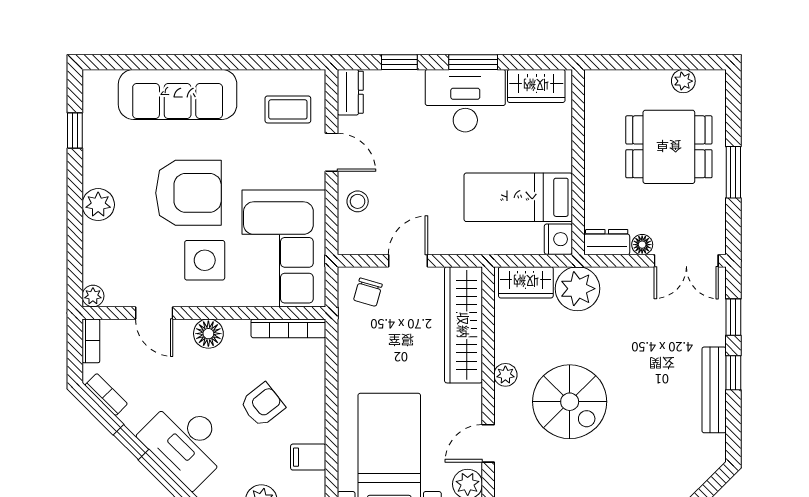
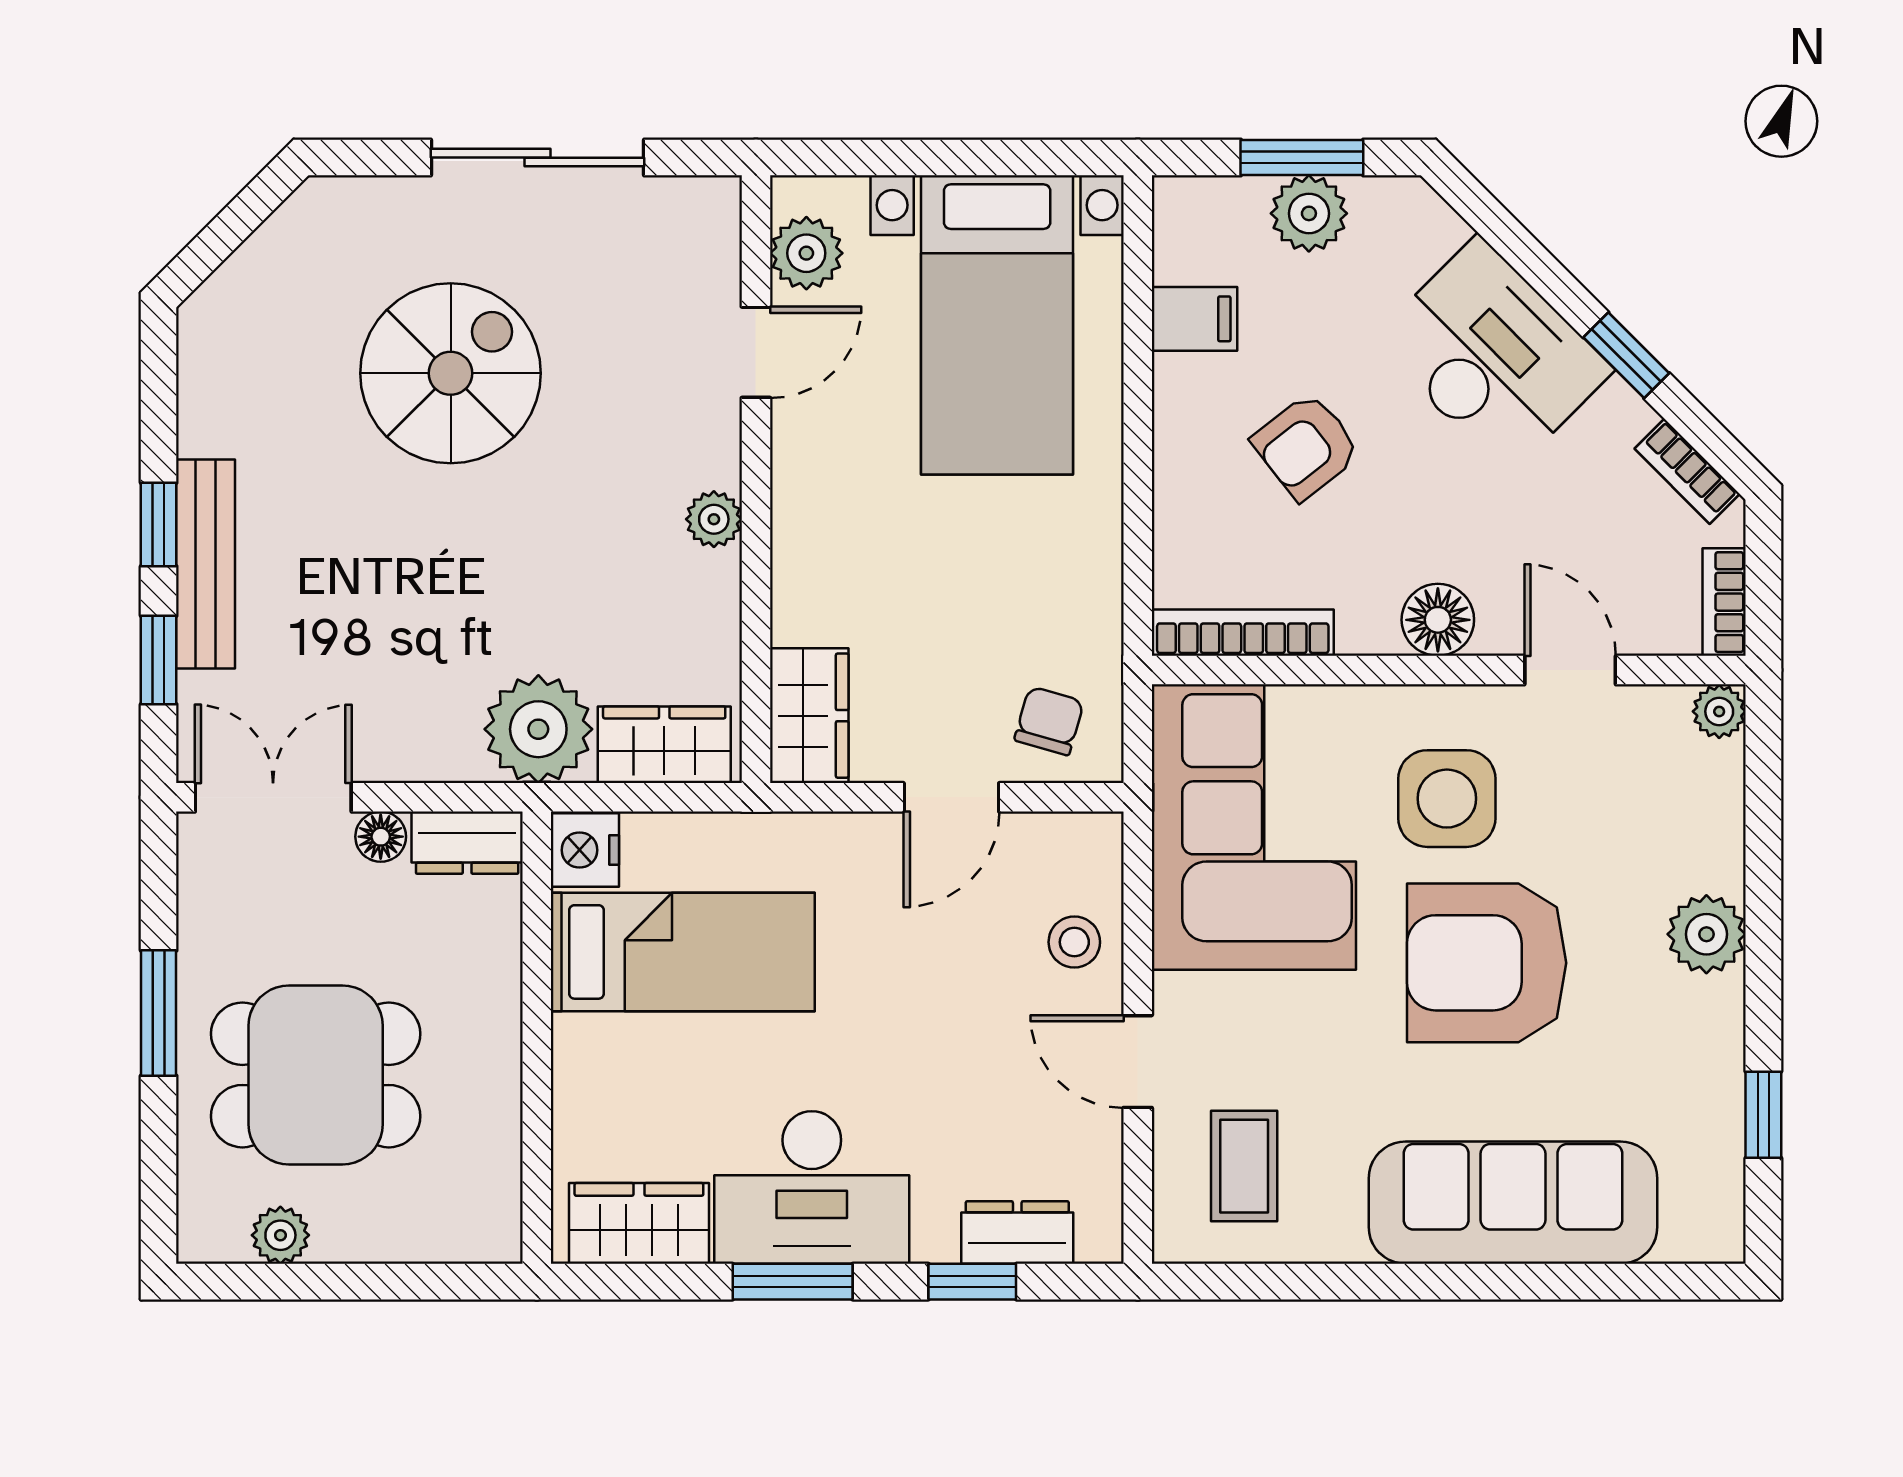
dresser: (350, 92) -> (1017, 1233), moved, turned 90
coffee table: (288, 109) -> (1244, 1166), turned 90
wardrobe: (464, 325) -> (809, 716), width x0.48, depth x0.85
bench: (714, 390) -> (206, 564), moved
spiral stairs: (570, 402) -> (451, 373), moved, turned 90

